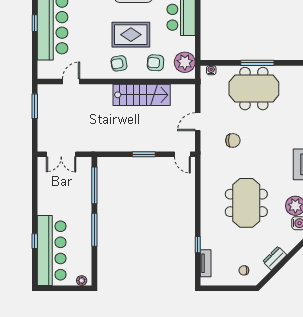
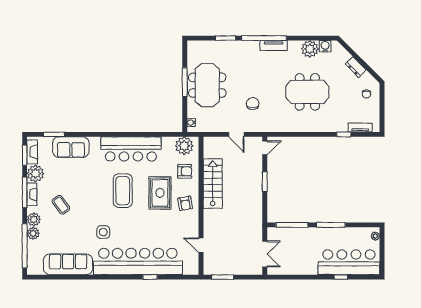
armchair: (155, 63) -> (185, 171), turned -94

